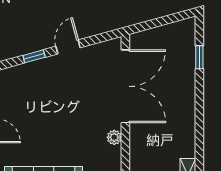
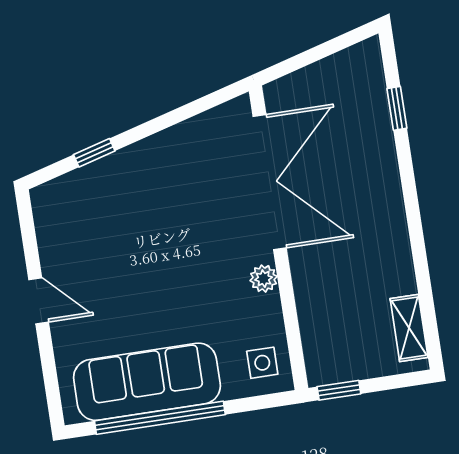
door: (68, 47) -> (154, 126), removed

